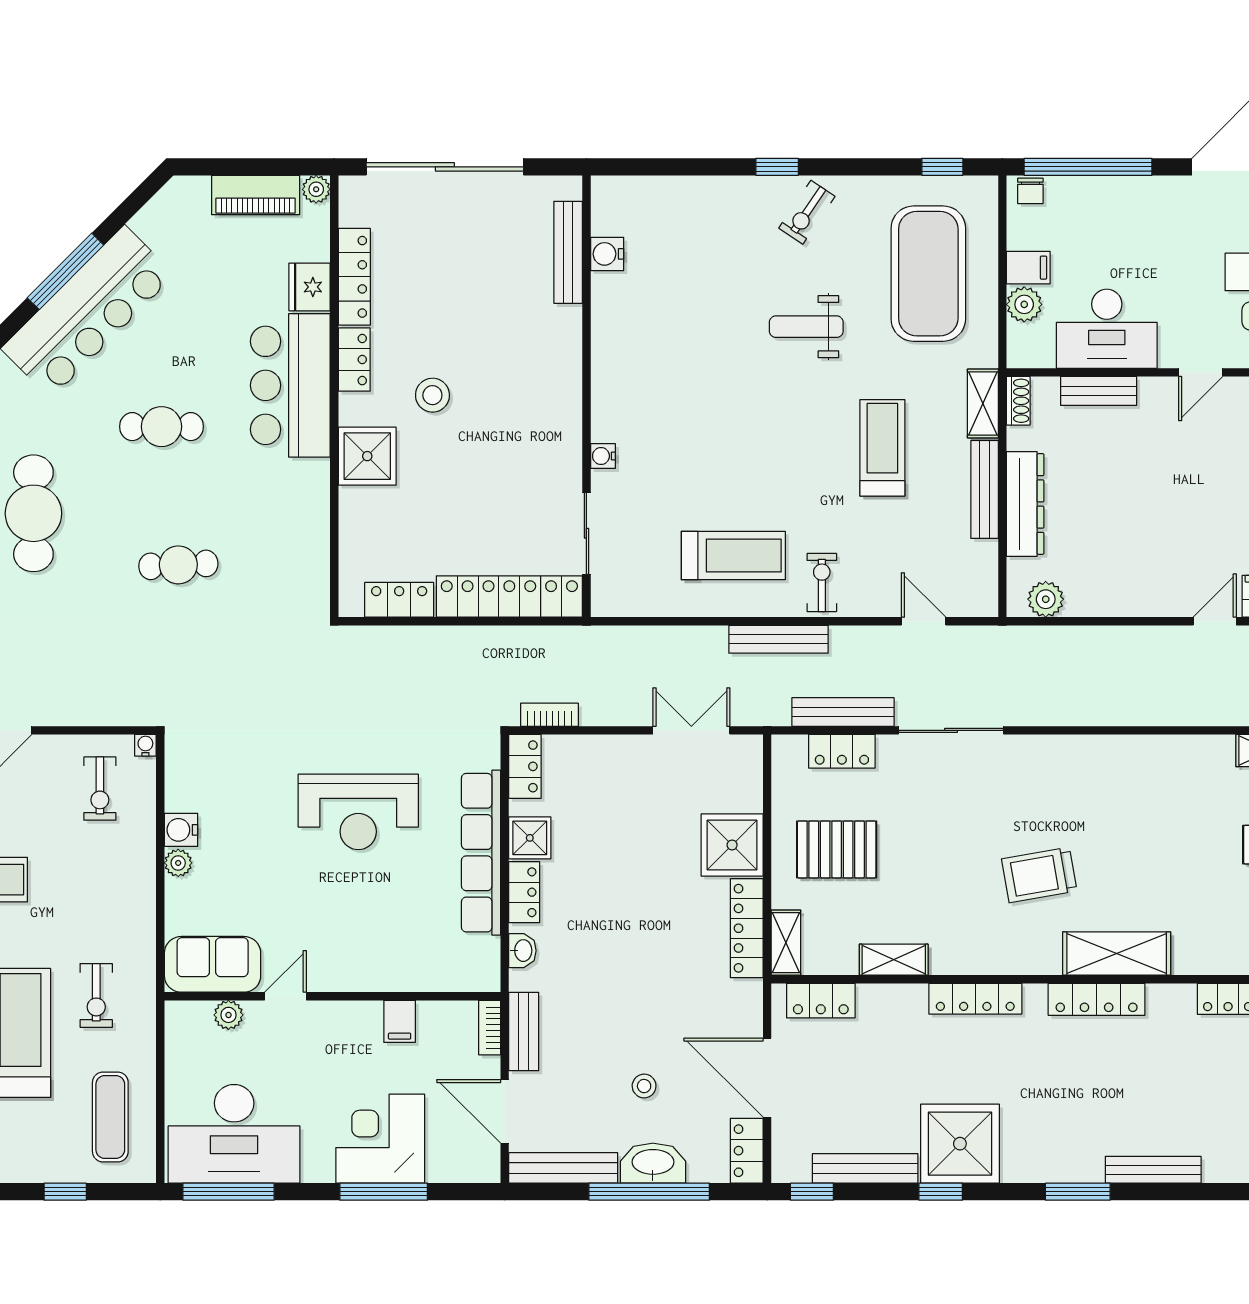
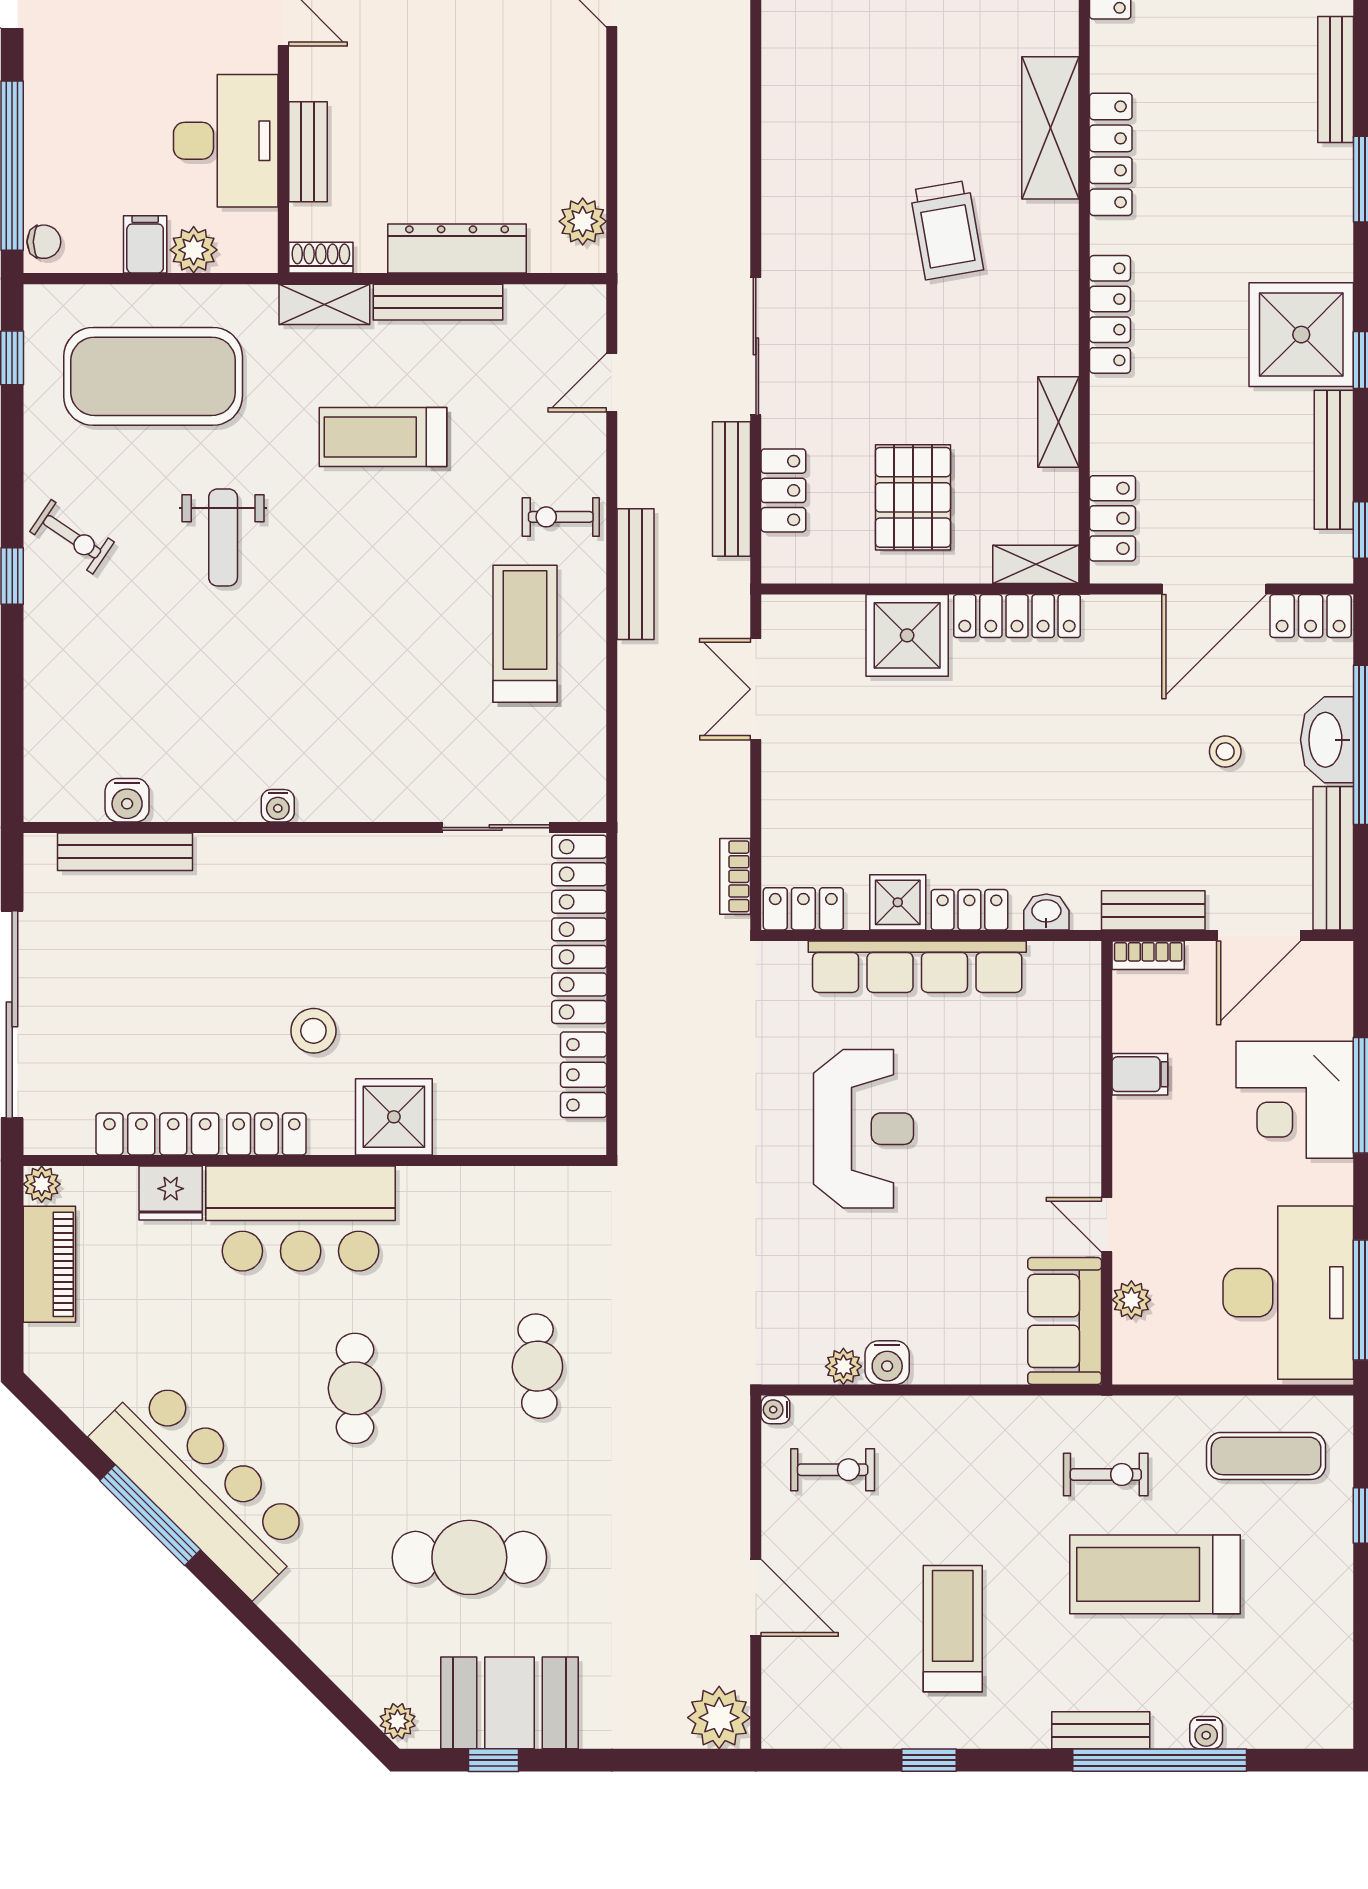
water cooler: (603, 456) -> (278, 806), moved
plant: (178, 863) -> (843, 1366), moved

